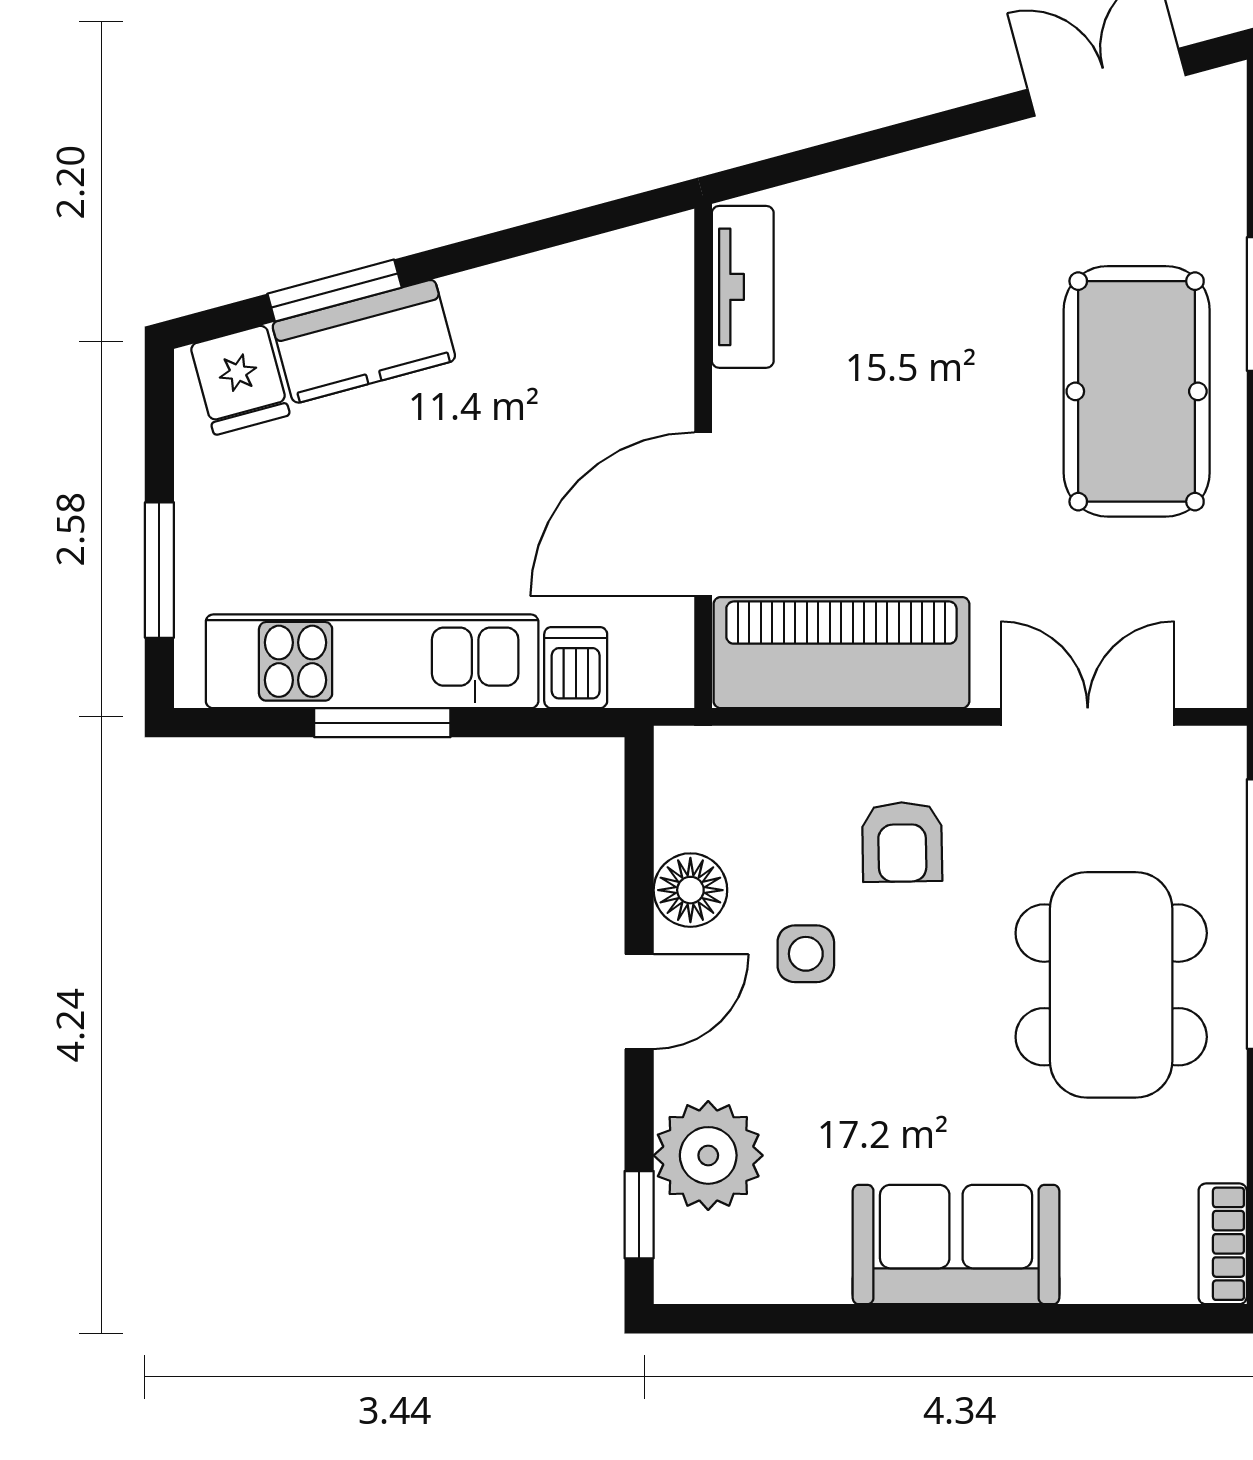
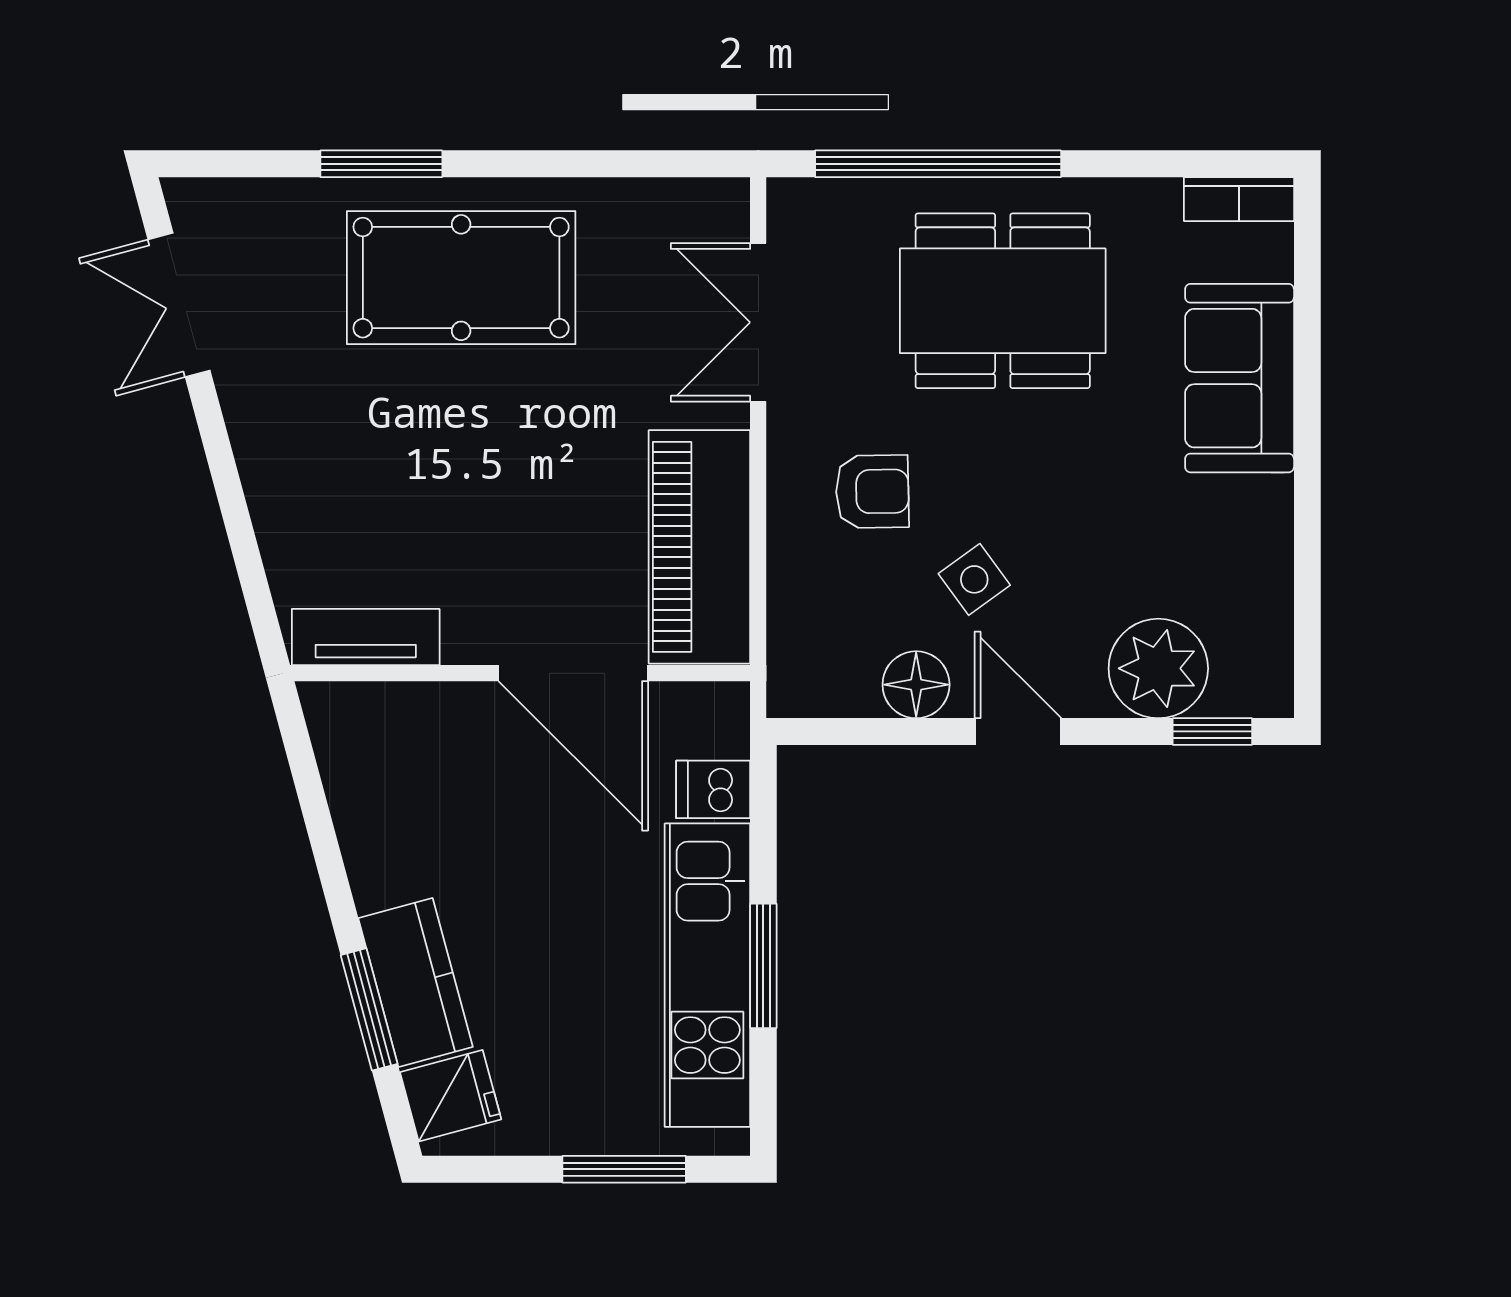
side table: (806, 954) -> (974, 579), turned -36
sofa: (956, 1244) -> (1240, 378), moved

